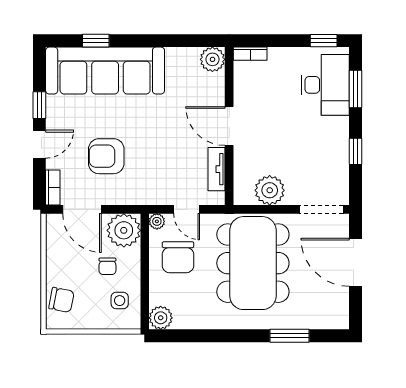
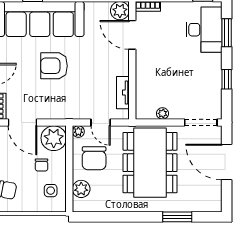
door: (229, 126) -> (132, 35), moved
armchair: (106, 156) -> (54, 66), moved
plant: (270, 190) -> (162, 113), width x0.53, depth x0.53
plant: (161, 318) -> (81, 189), moved

